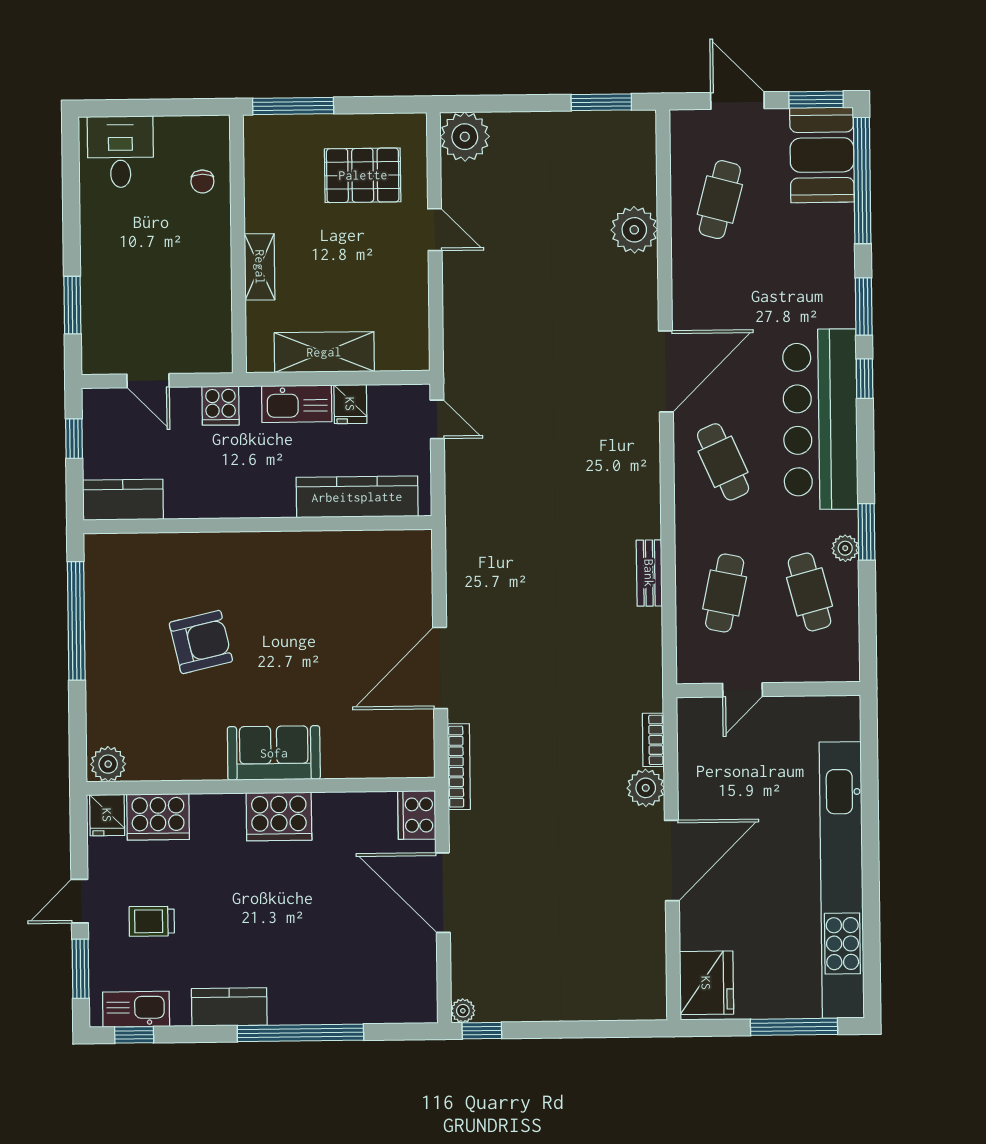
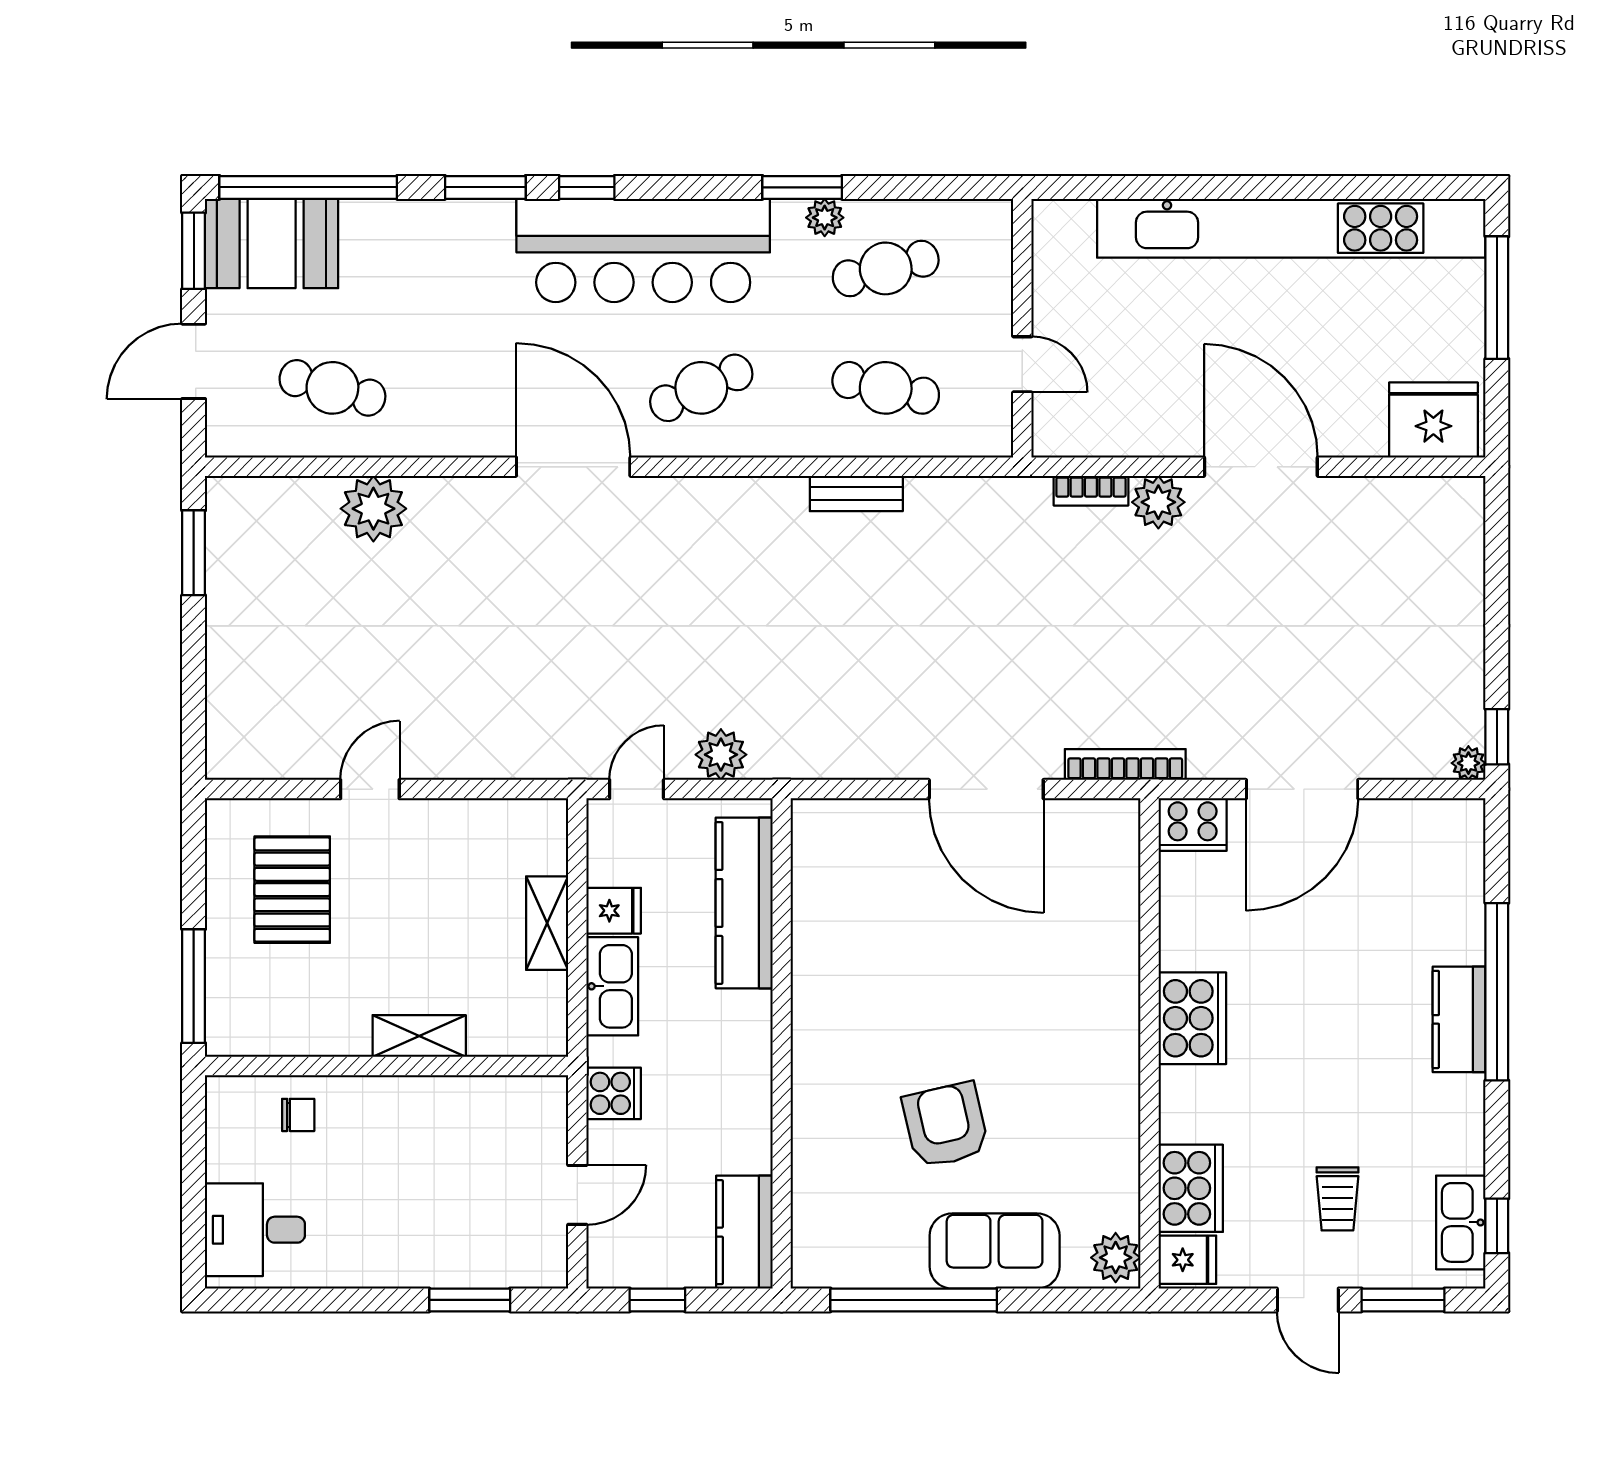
plant: (465, 137) -> (721, 755), moved, width x0.73, depth x0.73
shelving: (324, 352) -> (547, 923), width x0.67, depth x0.75
sofa: (274, 753) -> (995, 1251), moved, turned 90
kitchen counter: (229, 1007) -> (1459, 1019), moved

